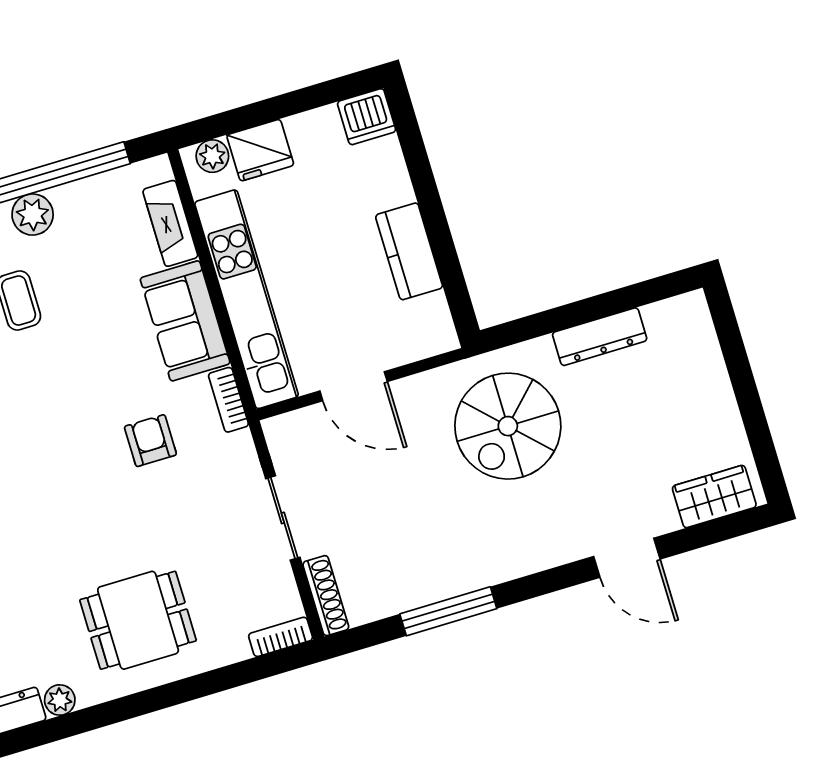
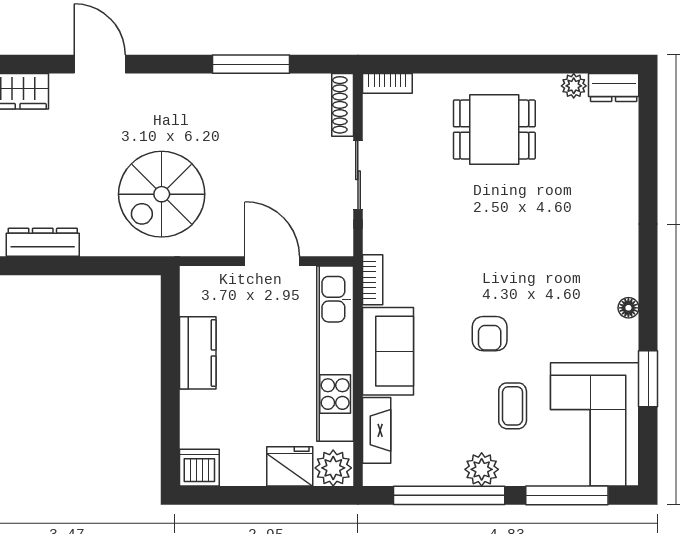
plant: (212, 156) -> (333, 468), width x1.38, depth x1.38
dresser: (600, 337) -> (43, 242), moved
spiral stairs: (508, 426) -> (162, 194), turned 180
armchair: (150, 441) -> (490, 334), moved

